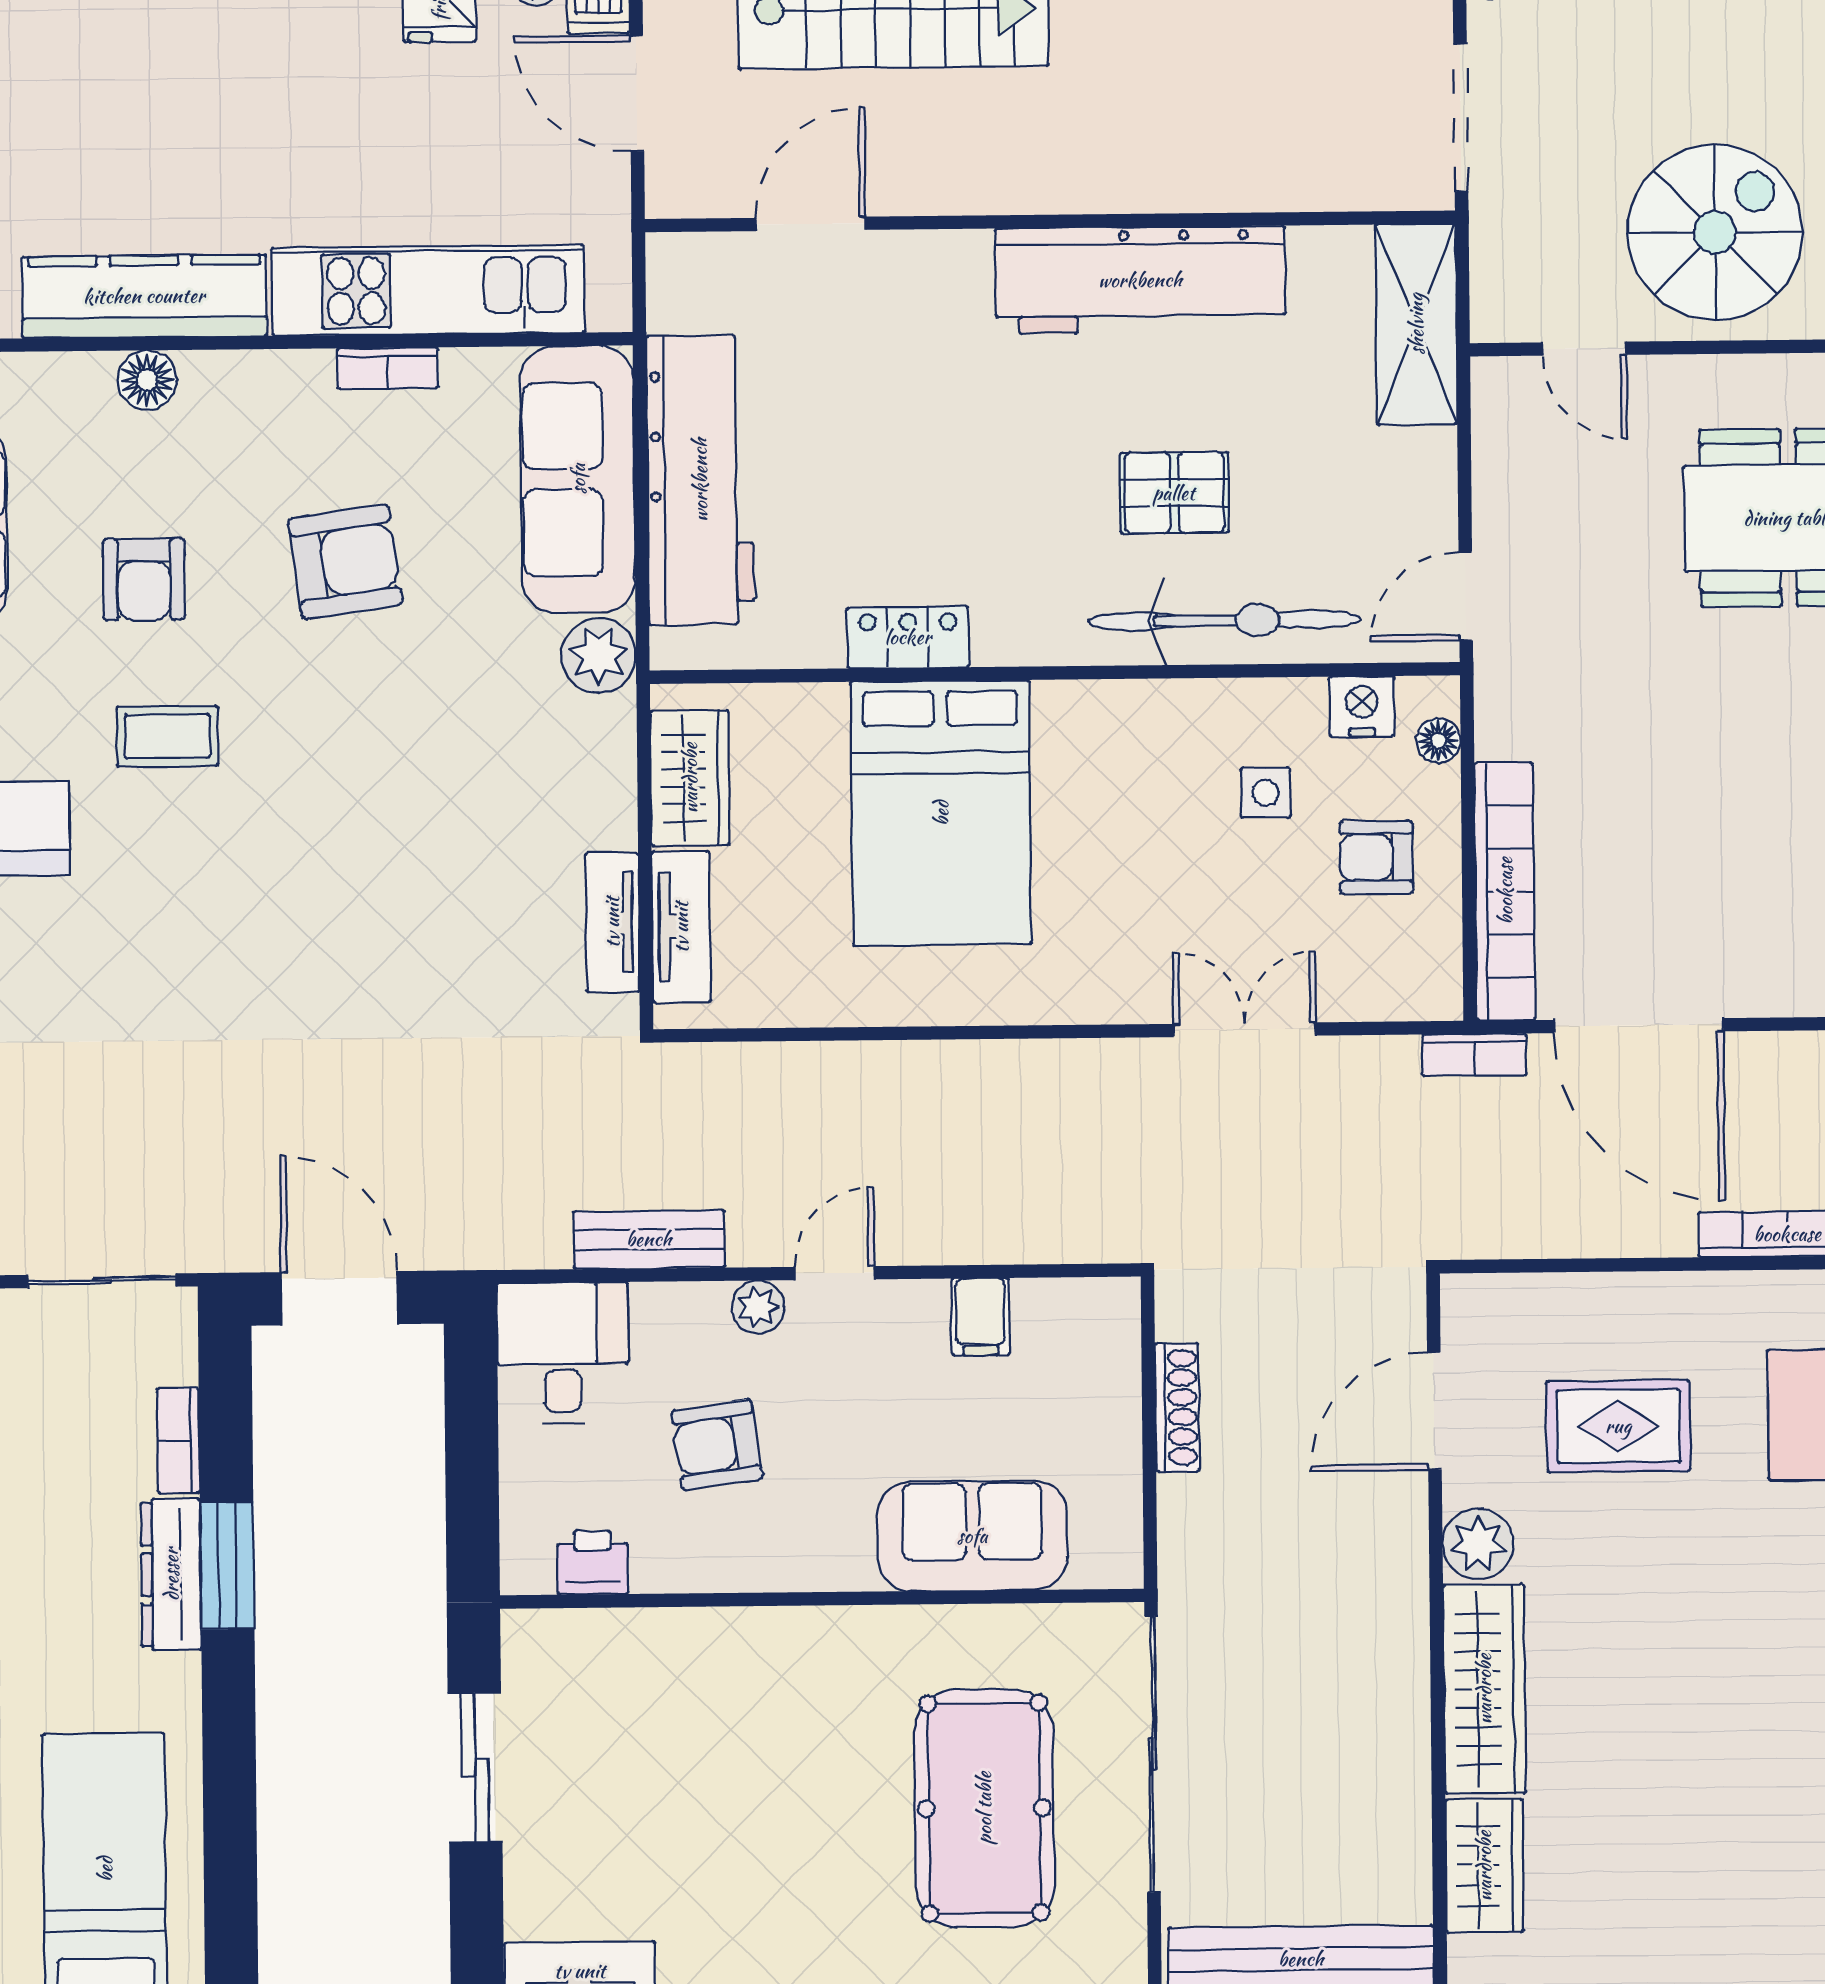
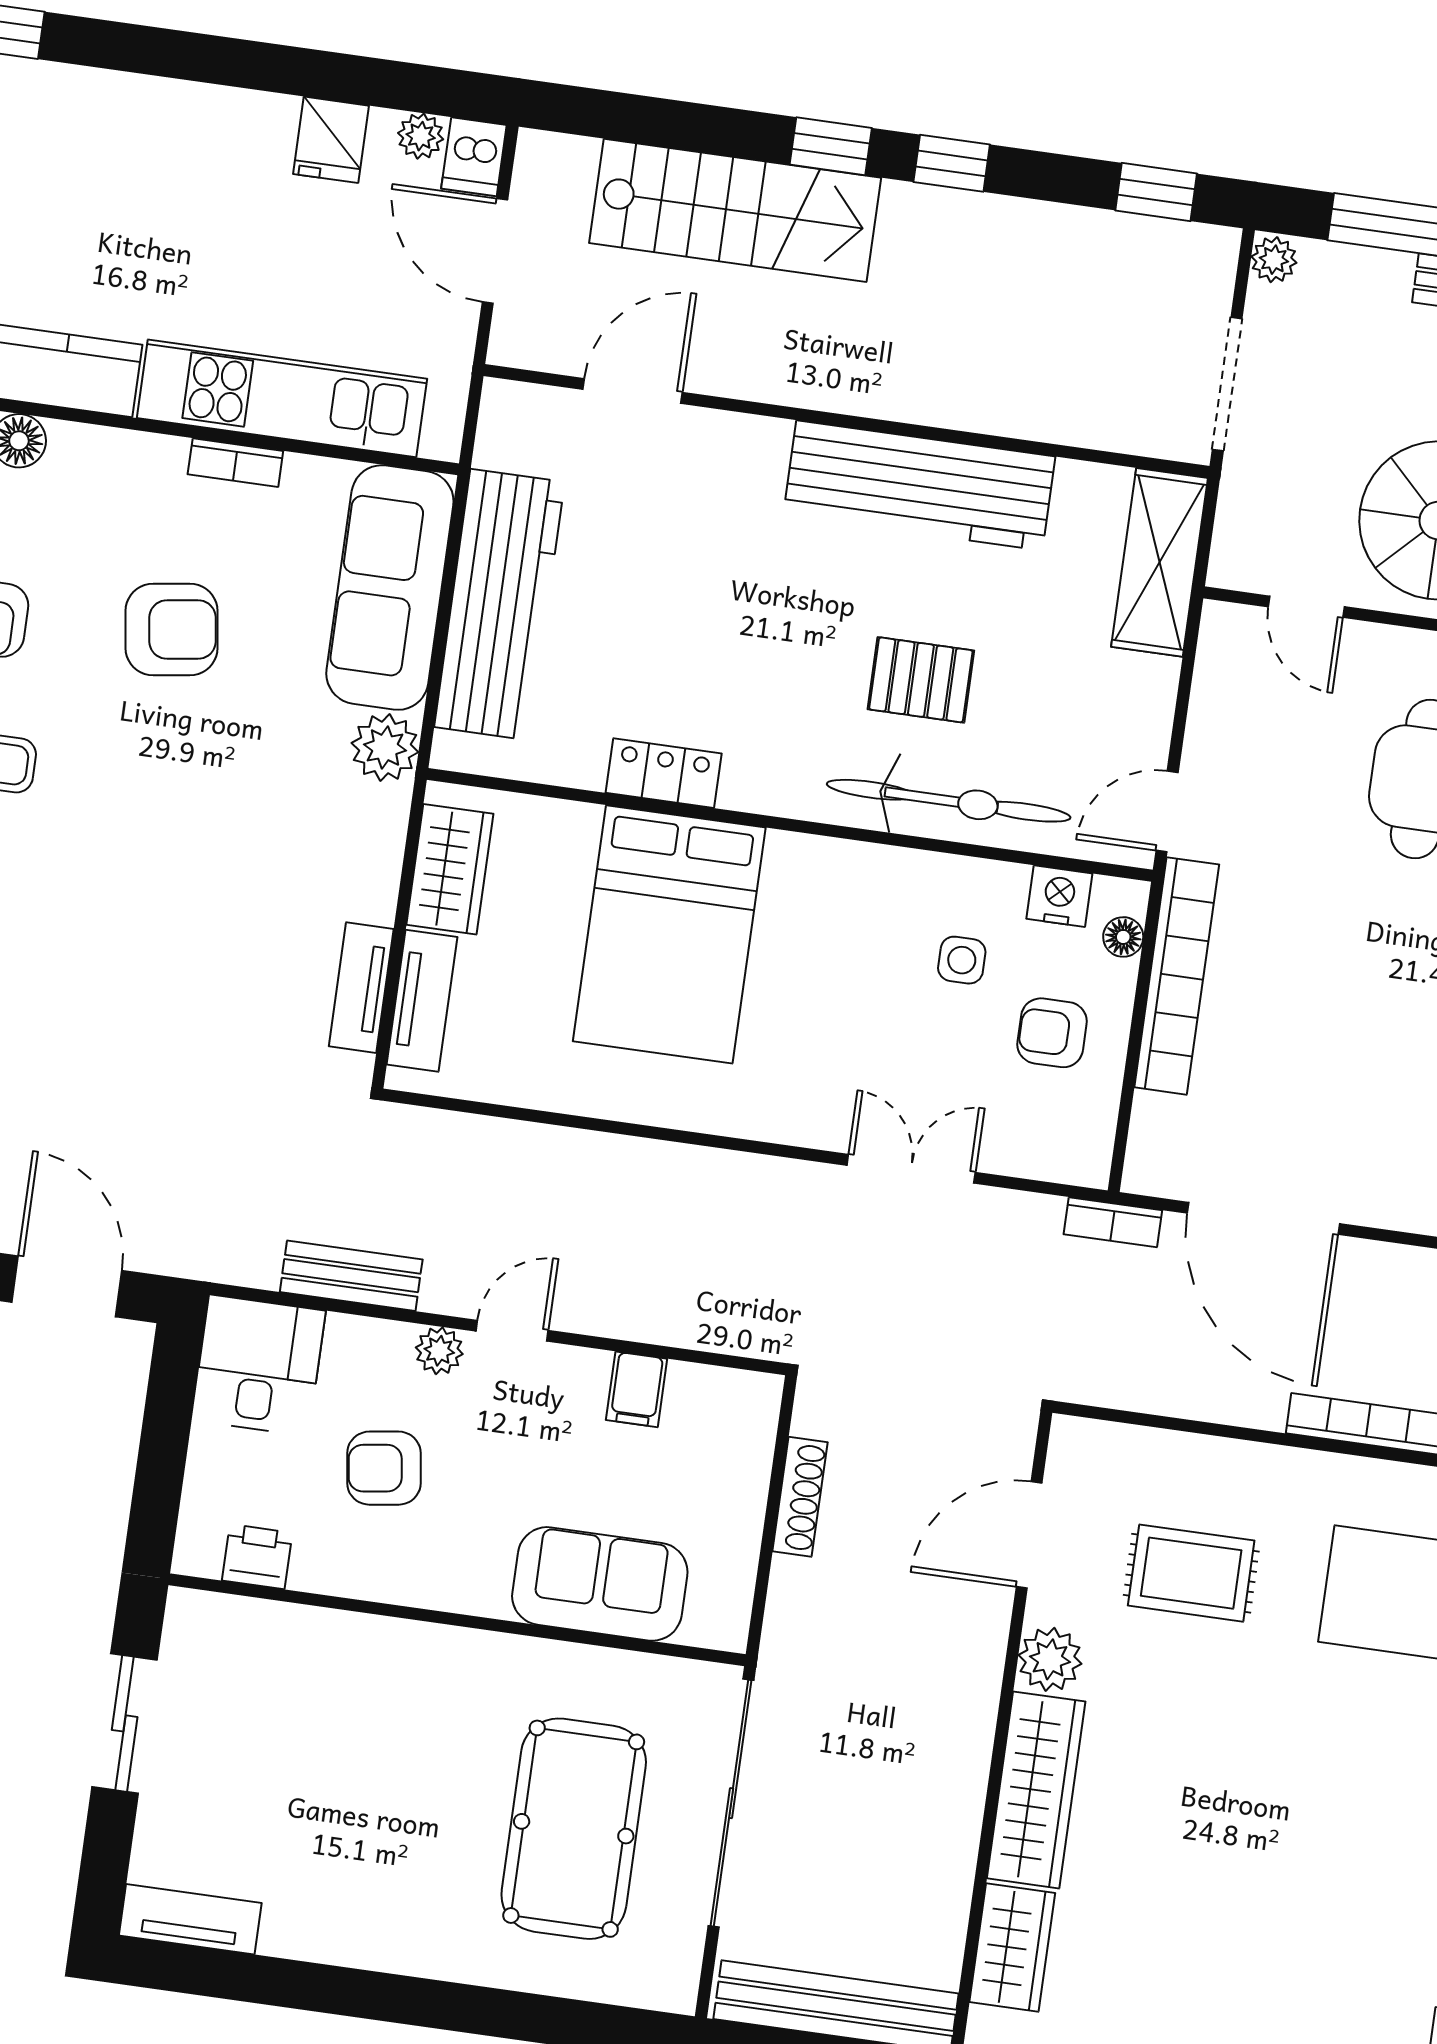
bookcase: (1505, 891) -> (1177, 976), moved

